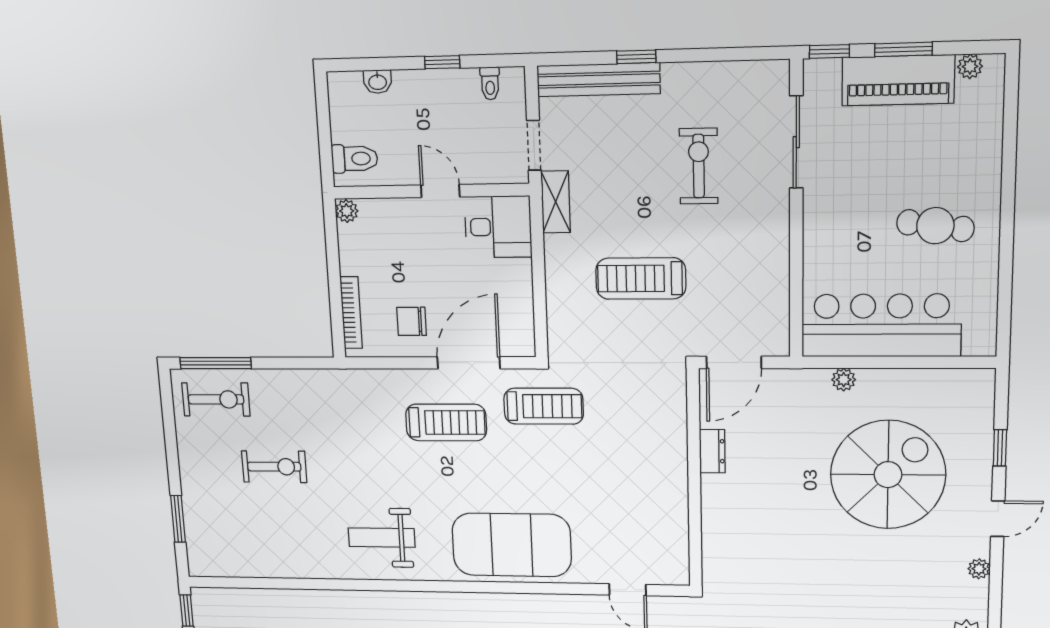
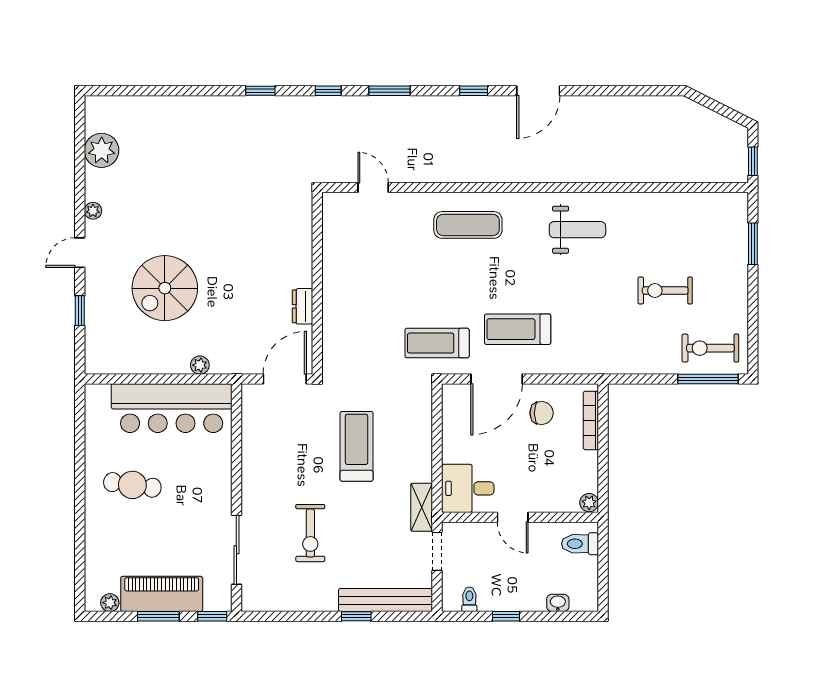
treadmill: (641, 278) -> (357, 446), turned -90
spiral stairs: (888, 475) -> (165, 288), width x0.73, depth x0.73
exercise mat: (512, 545) -> (468, 225), width x0.50, depth x0.69

